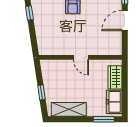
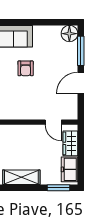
door: (81, 57) -> (53, 122), moved

